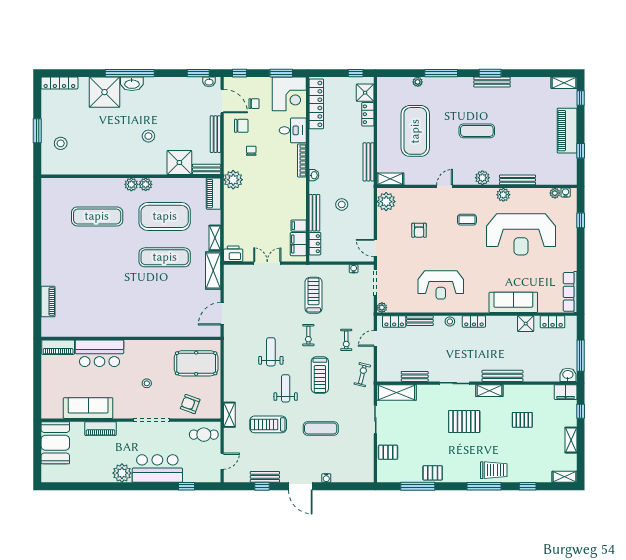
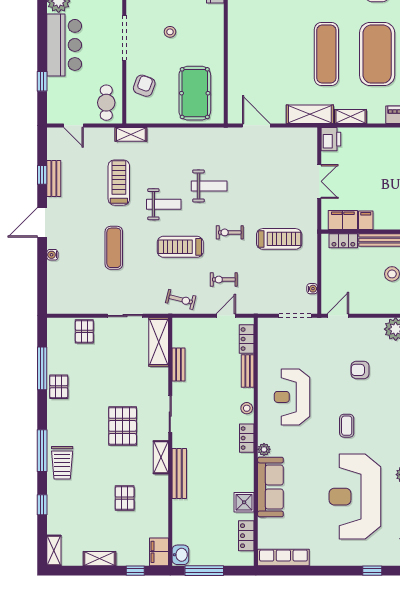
coffee table: (467, 220) -> (347, 426), moved
plant: (382, 308) -> (264, 449), moved
door: (375, 338) -> (226, 316), hinge flipped

